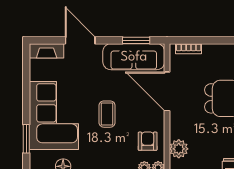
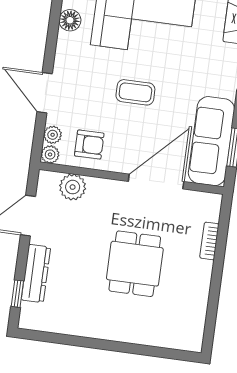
bookcase: (189, 49) -> (209, 241), moved

